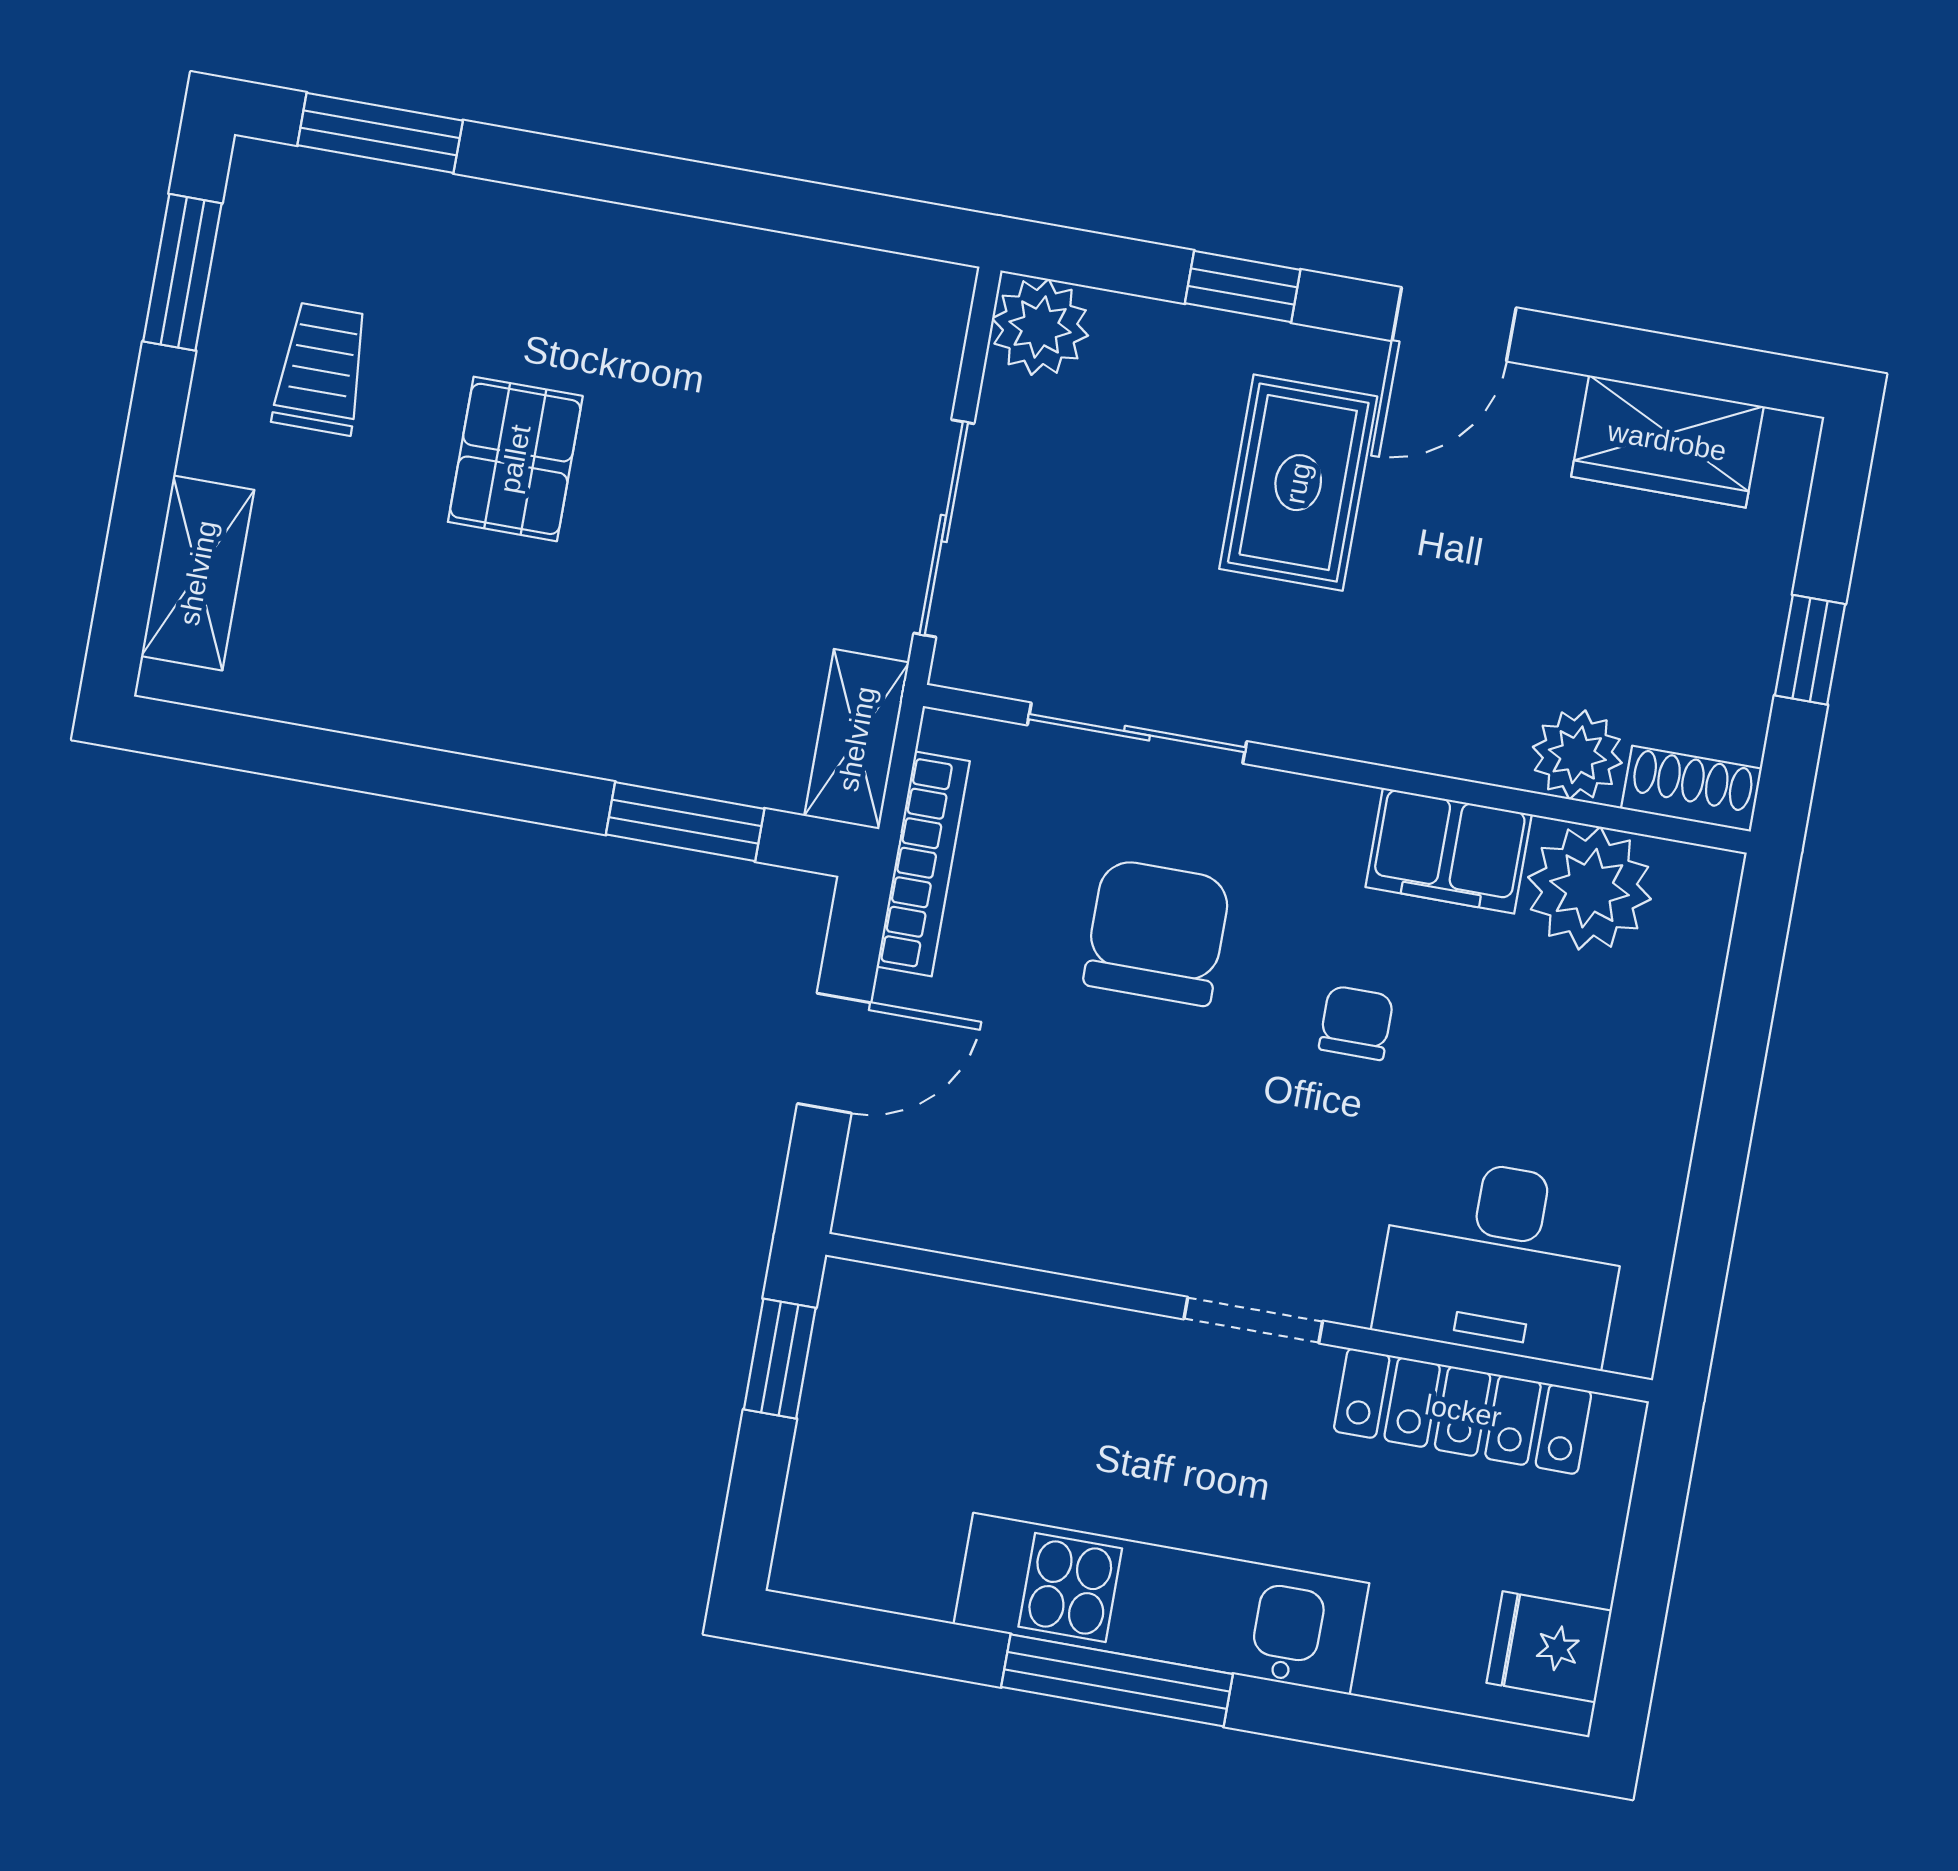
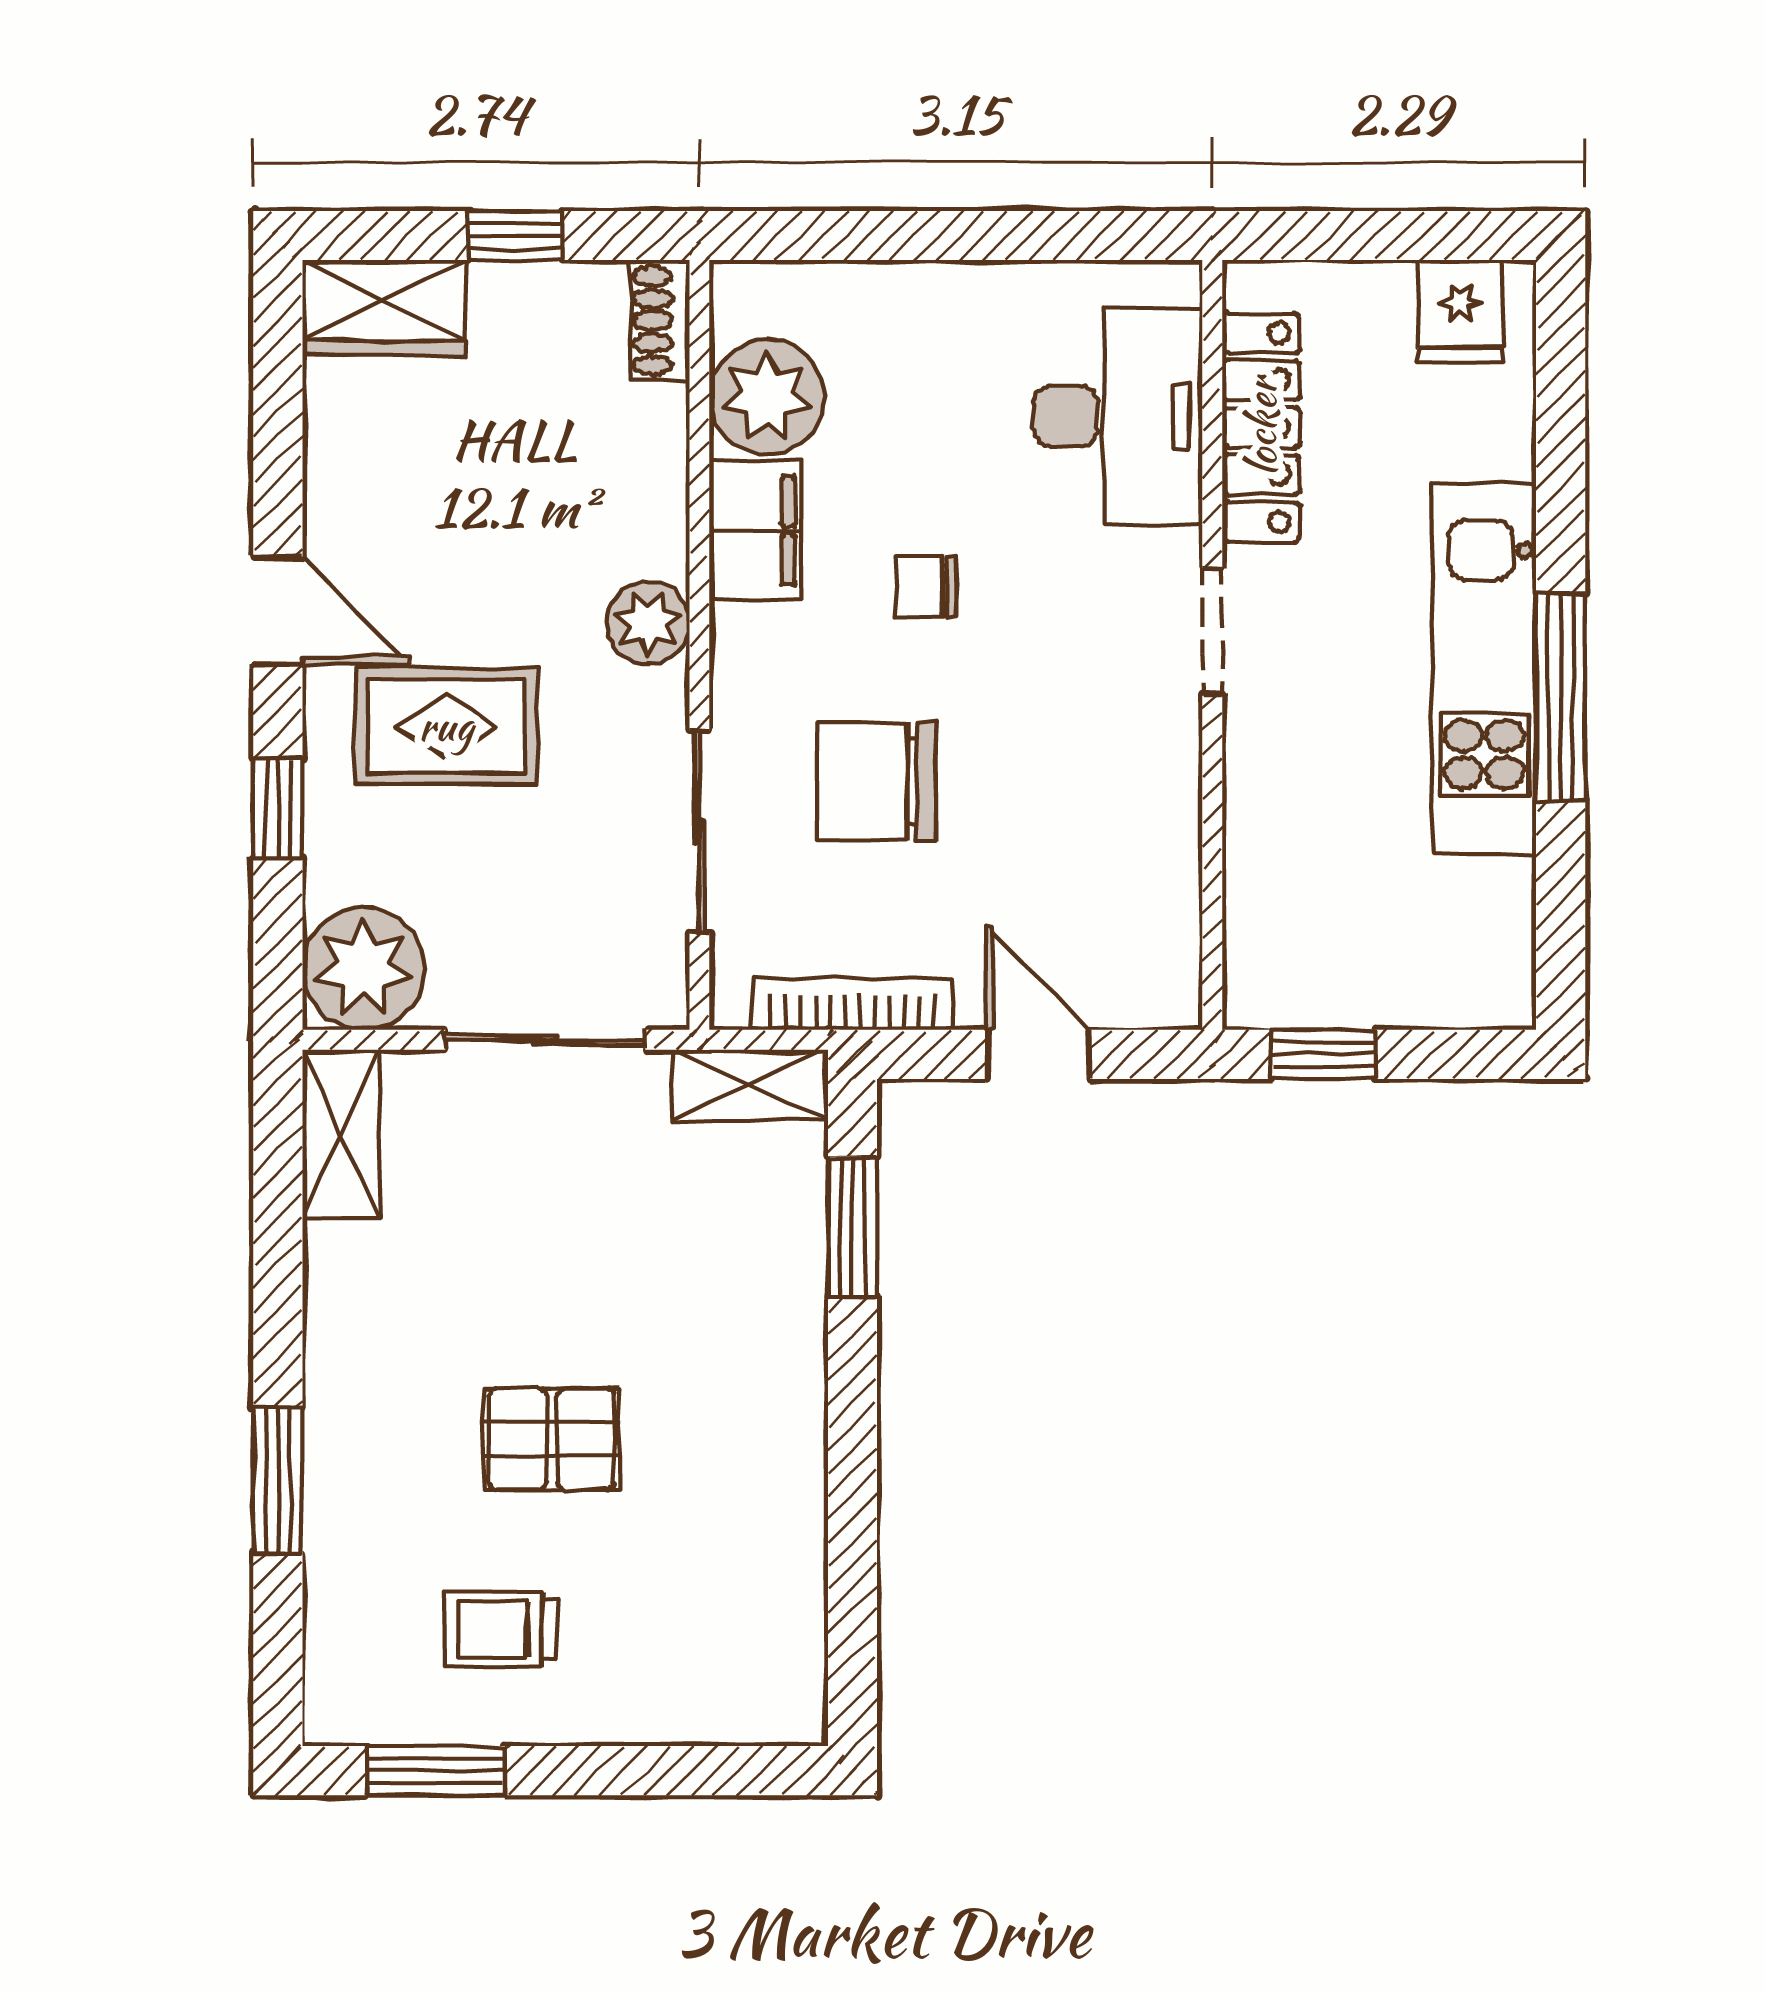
window: (380, 133) -> (278, 1481), moved
plant: (1040, 327) -> (364, 969), width x1.36, depth x1.36
wardrobe: (1667, 441) -> (384, 307), moved, turned 90
shelving: (198, 573) -> (340, 1134), moved, turned 90
plant: (1577, 755) -> (648, 623), moved

